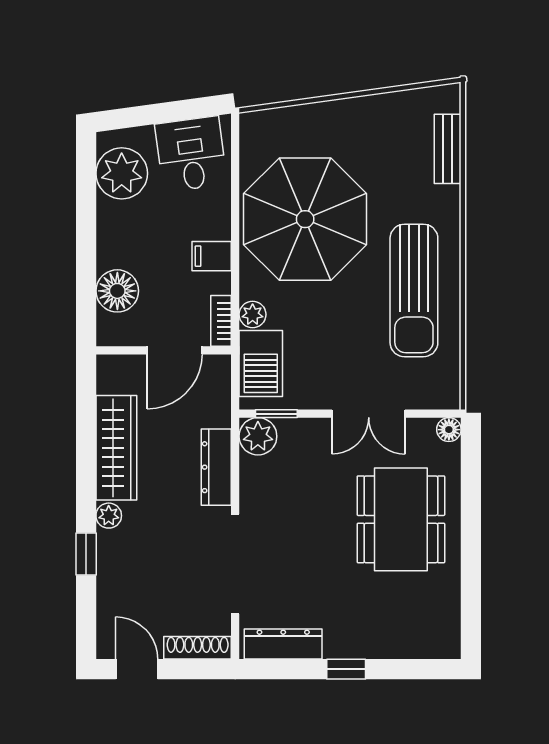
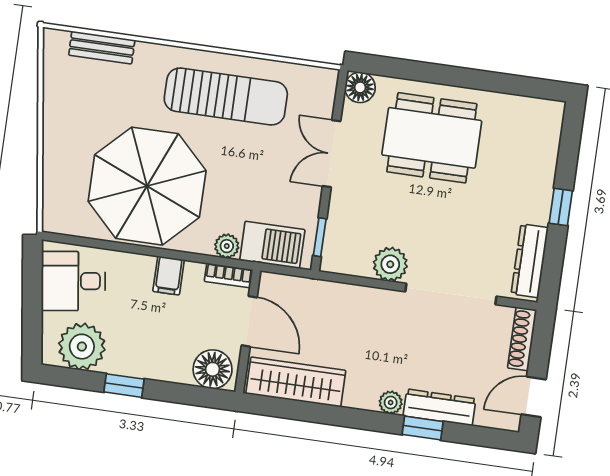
window: (86, 225) -> (124, 386), added
floor lamp: (117, 291) -> (213, 369), moved
double door: (369, 414) -> (332, 154), swing flipped
floor lamp: (449, 430) -> (360, 87), width x1.37, depth x1.37
plant: (258, 436) -> (390, 264), moved
wardrobe: (116, 448) -> (296, 382), moved
dresser: (216, 467) -> (440, 407), moved, turned 180

